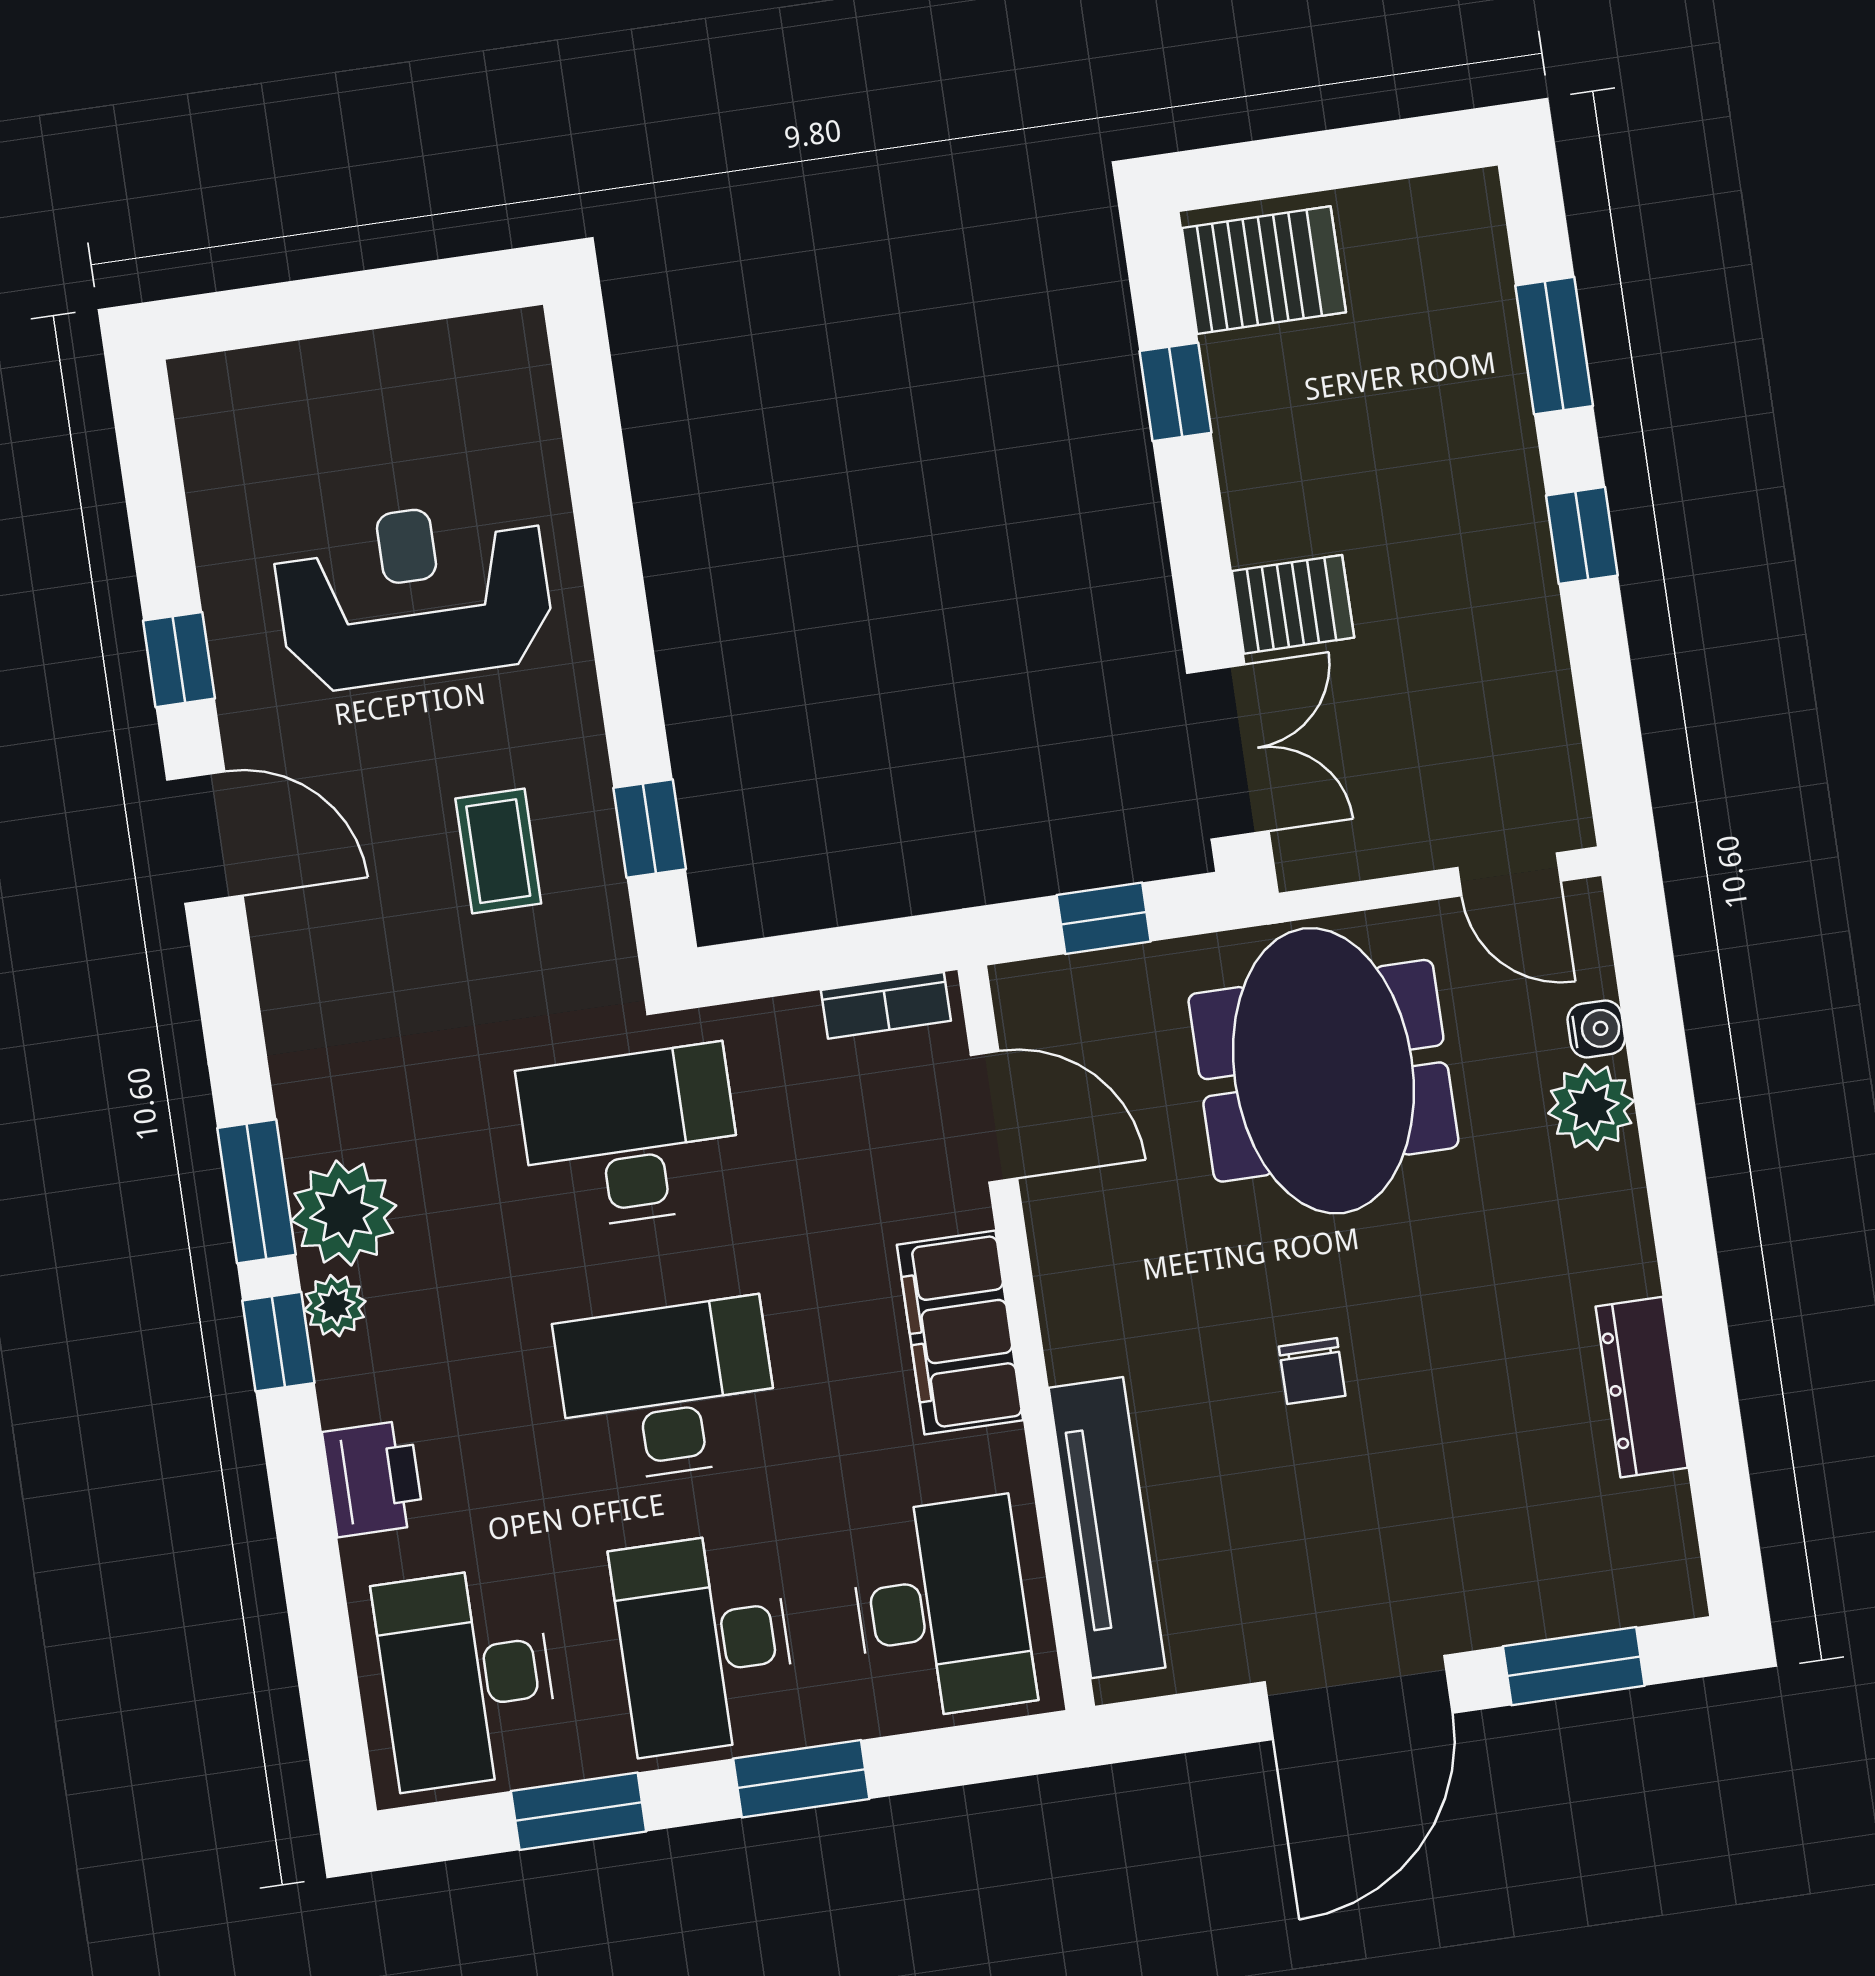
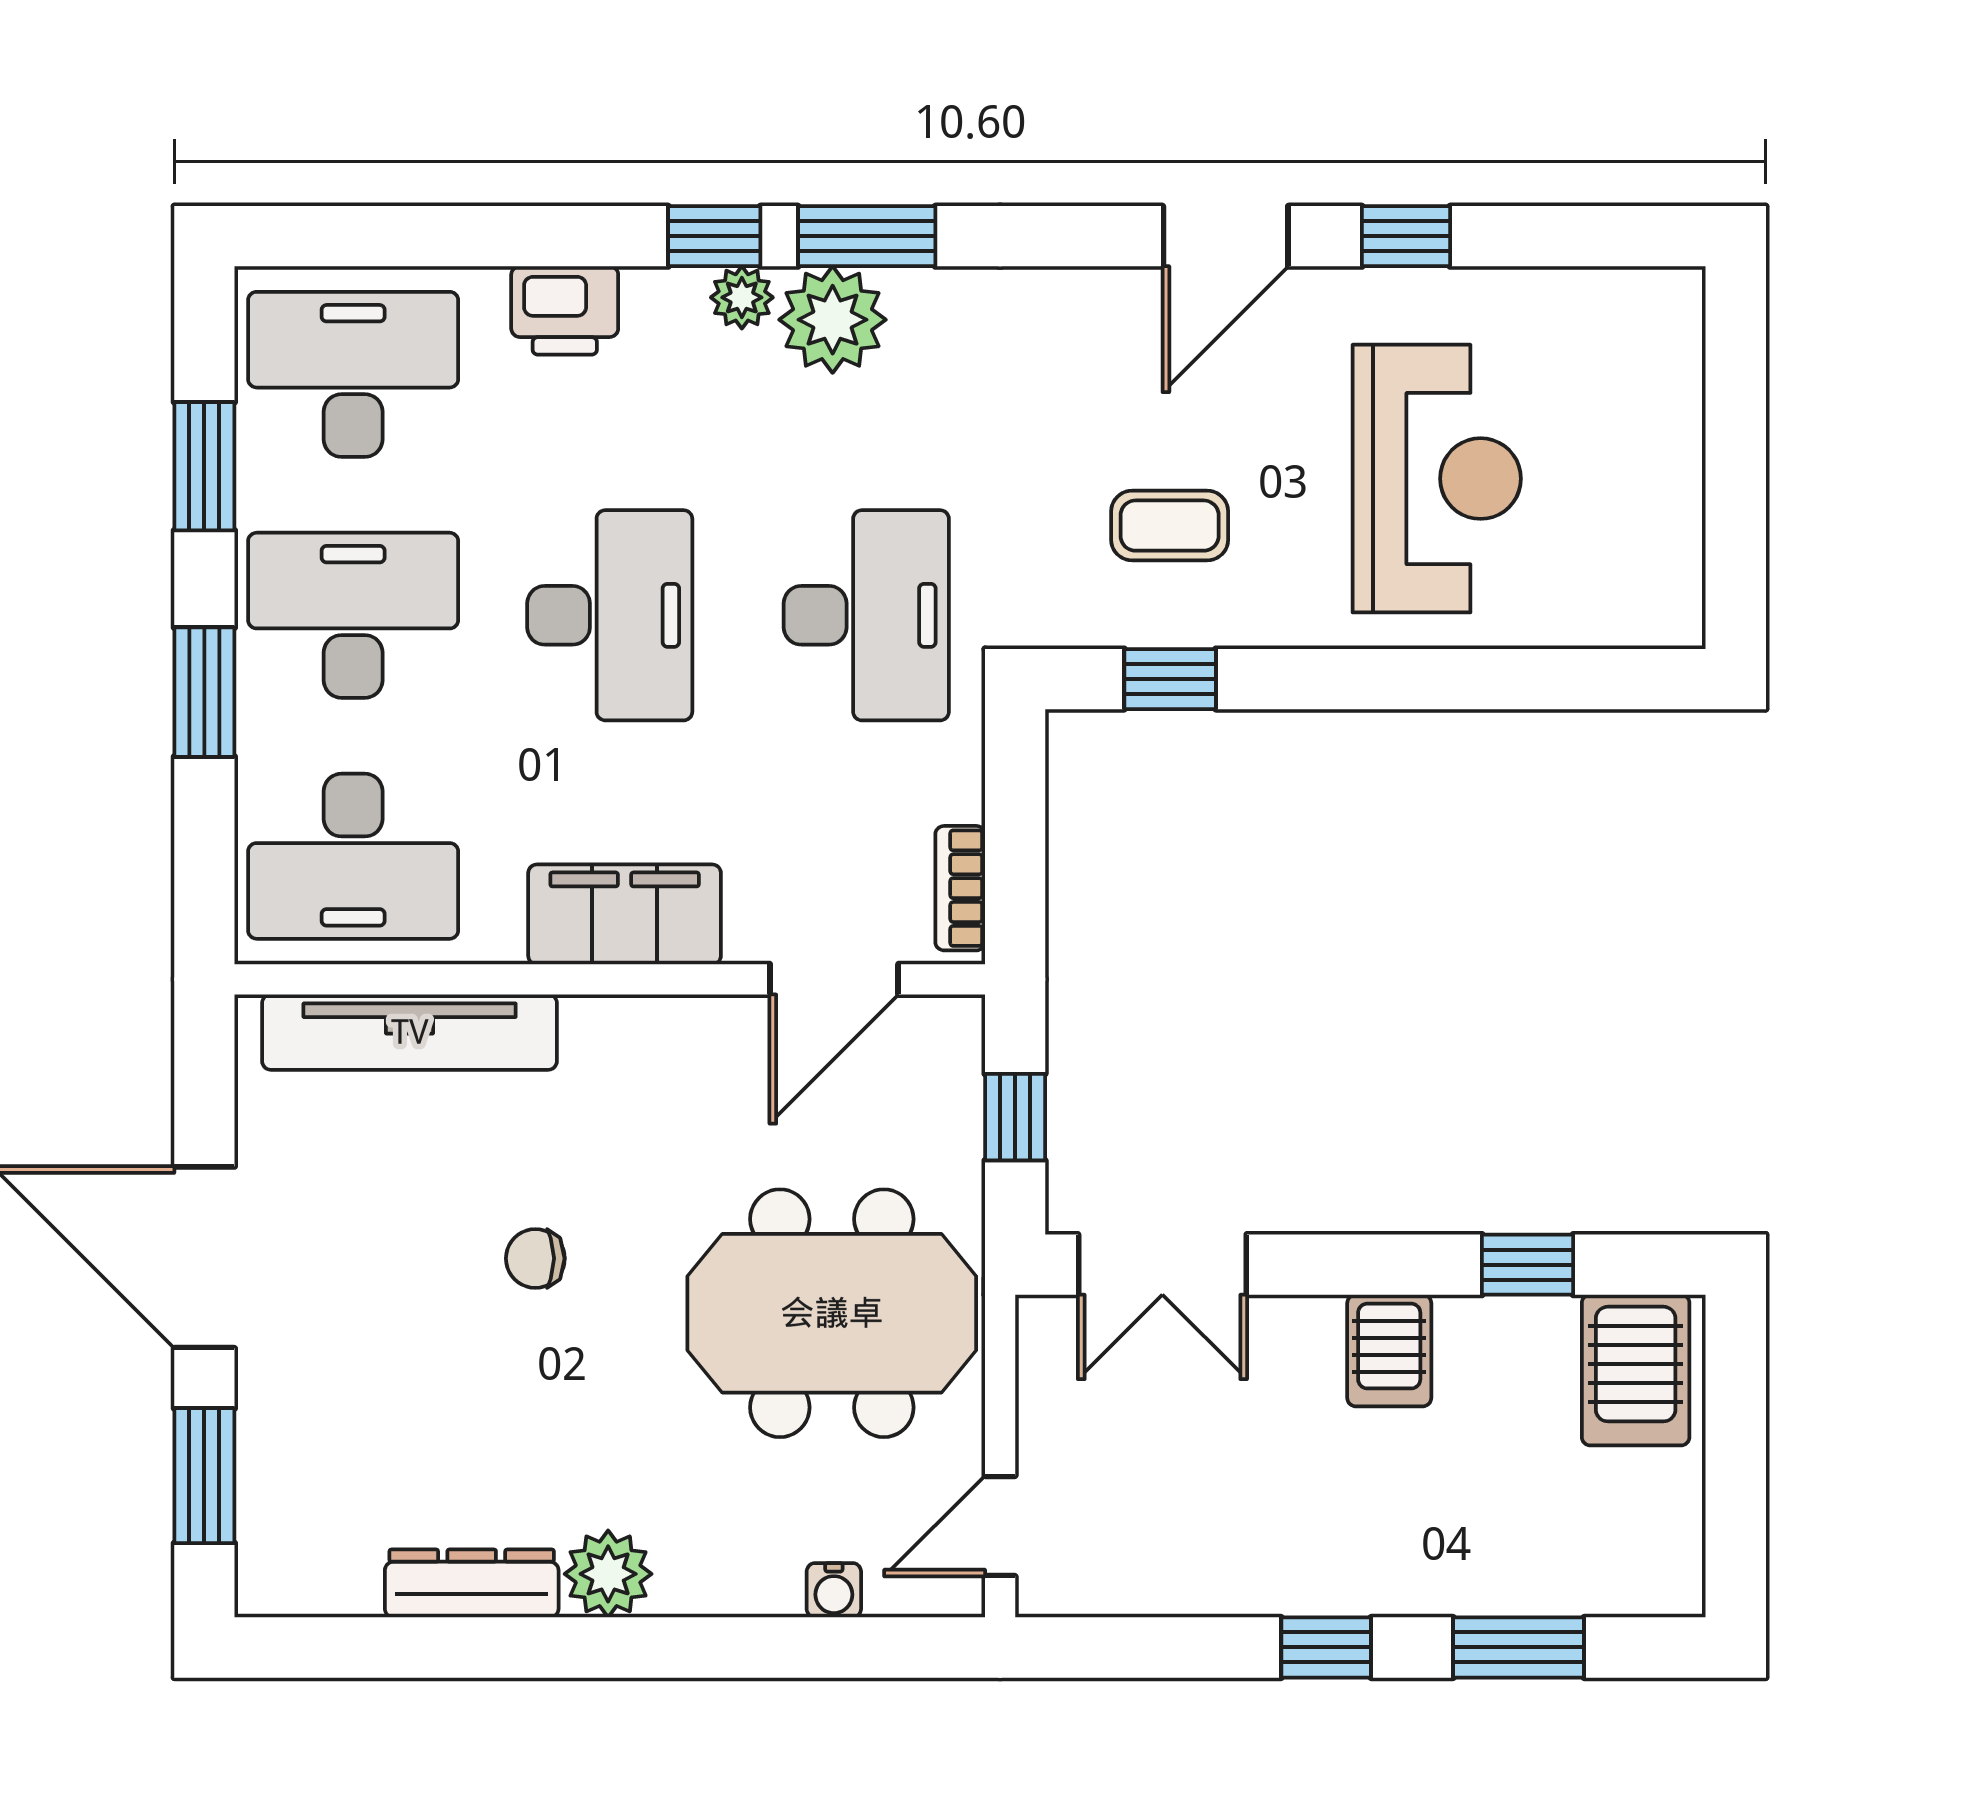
server rack: (1293, 604) -> (1389, 1351), moved
plant: (1591, 1107) -> (608, 1574), moved

